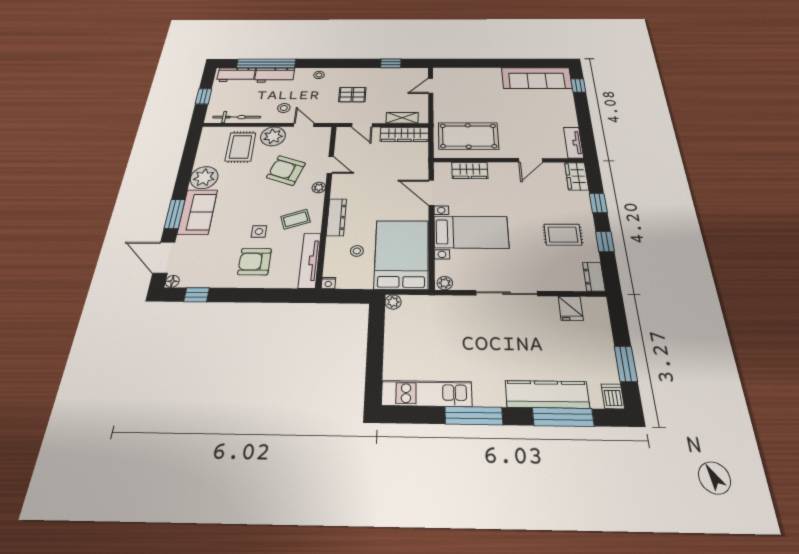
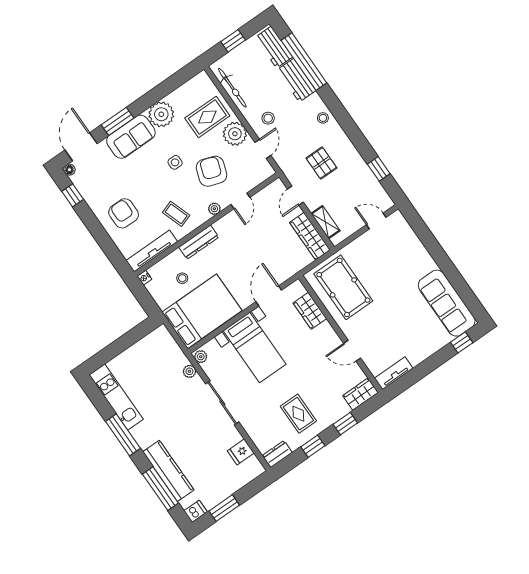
side table: (259, 231) -> (175, 162), moved
plant: (393, 302) -> (189, 371), moved

